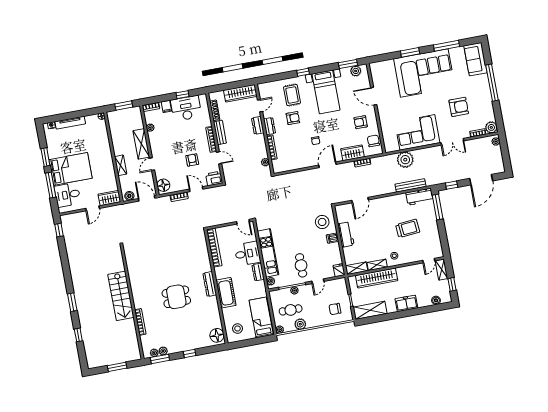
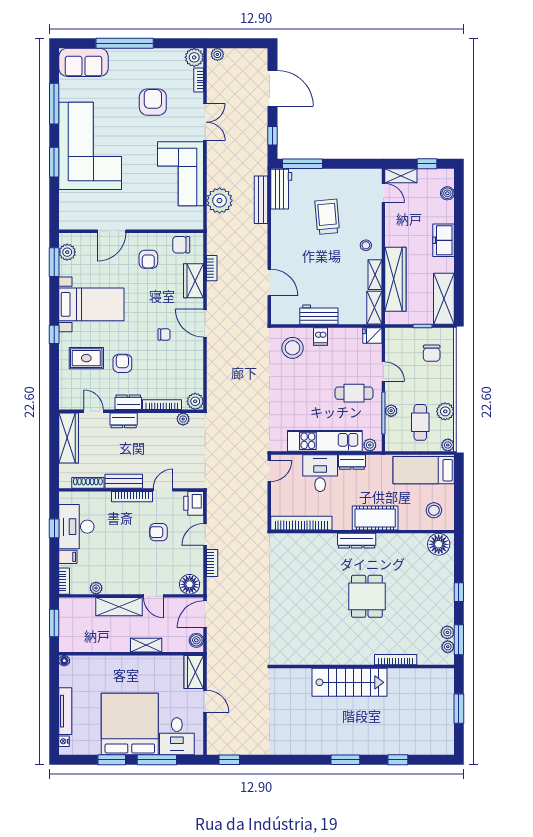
plant: (278, 168) -> (195, 401), added
bed: (71, 169) -> (130, 724), width x1.36

